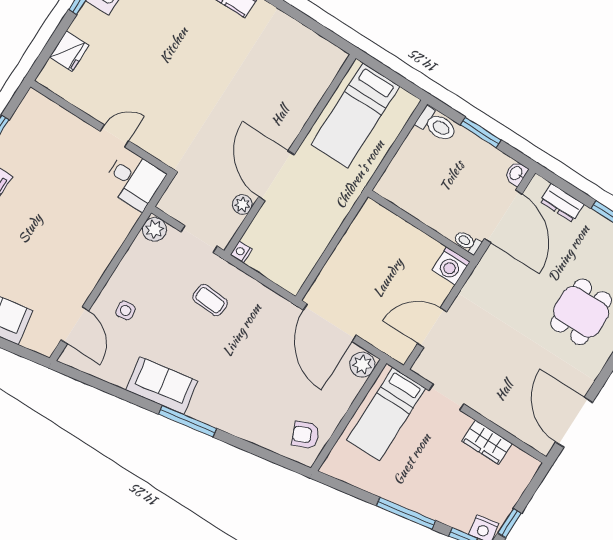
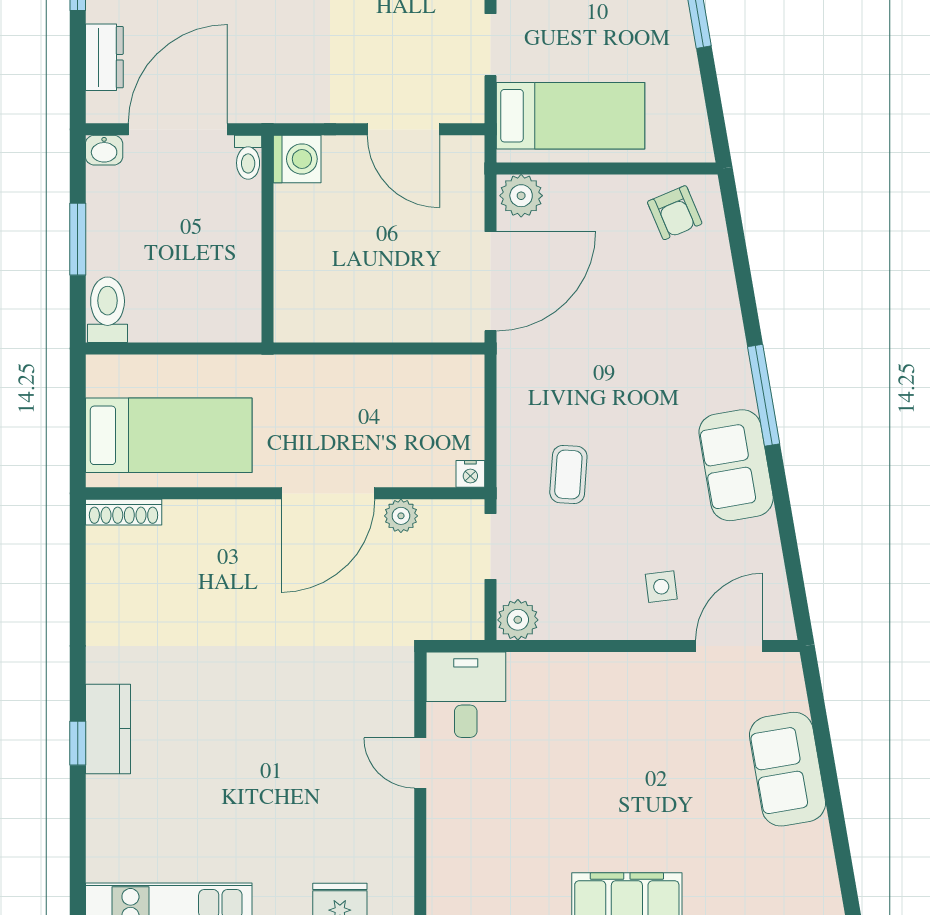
shoe rack: (332, 69) -> (124, 512), added

